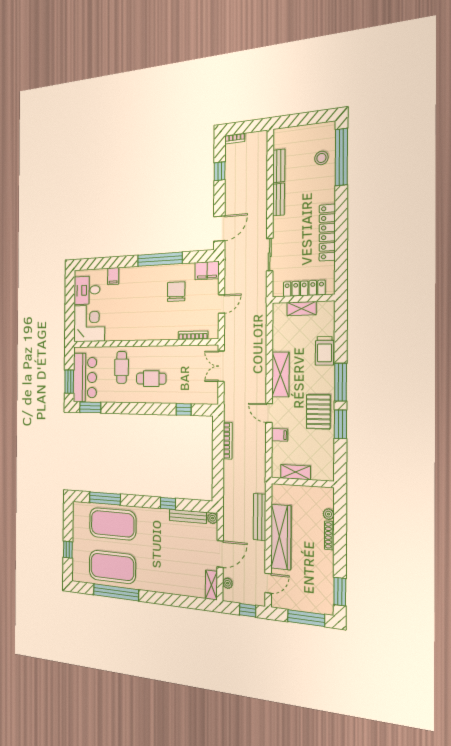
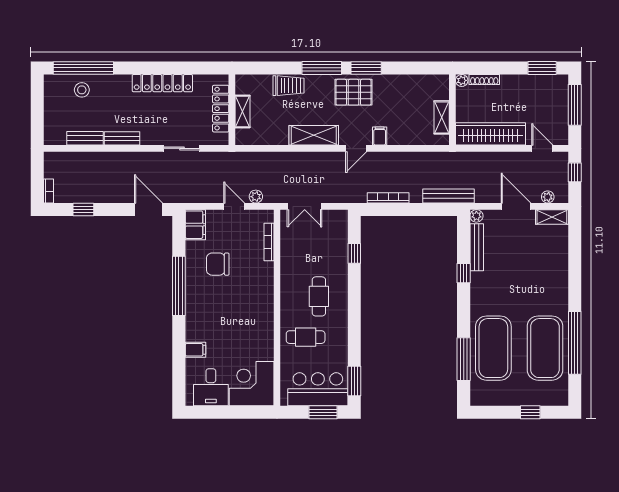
plant: (229, 323) -> (256, 197), added
shelving: (296, 472) -> (442, 117), moved
wall: (302, 482) -> (452, 110), moved
bench: (260, 517) -> (448, 196), moved

